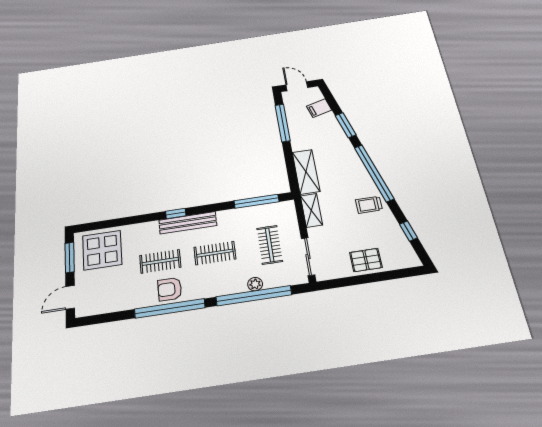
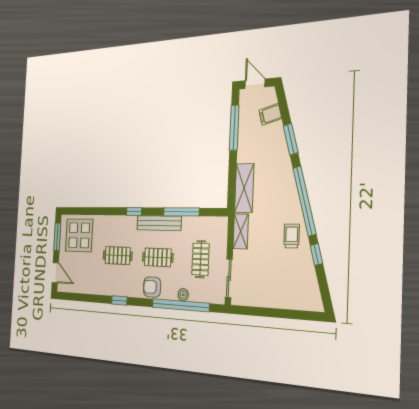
window: (256, 201) -> (181, 212), moved
trolley: (369, 205) -> (292, 236), turned 90
bench: (188, 223) -> (159, 223), moved
window: (408, 231) -> (316, 254), moved
pallet: (366, 260) -> (276, 294), removed
armchair: (170, 289) -> (152, 287), moved
door: (70, 297) -> (55, 273), swing flipped
window: (170, 308) -> (119, 300), width x0.32

